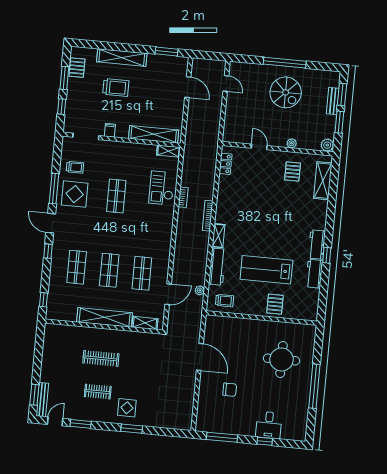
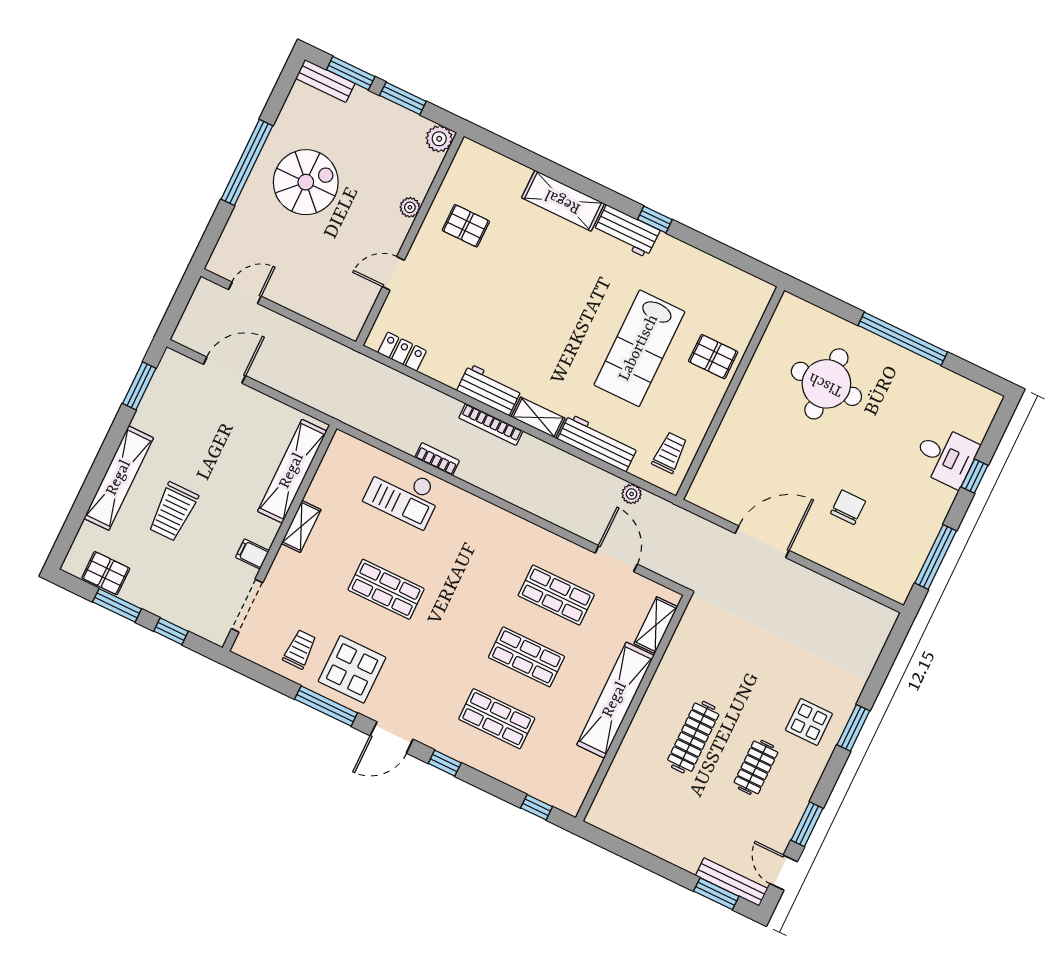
trolley: (116, 88) -> (173, 512), turned 180
bench: (333, 101) -> (325, 81), moved
shelving: (168, 151) -> (301, 527), moved
shelving: (323, 181) -> (563, 201), moved
workbench: (314, 274) -> (489, 390), moved, turned 180

